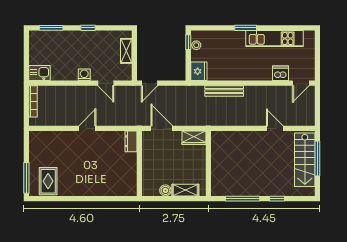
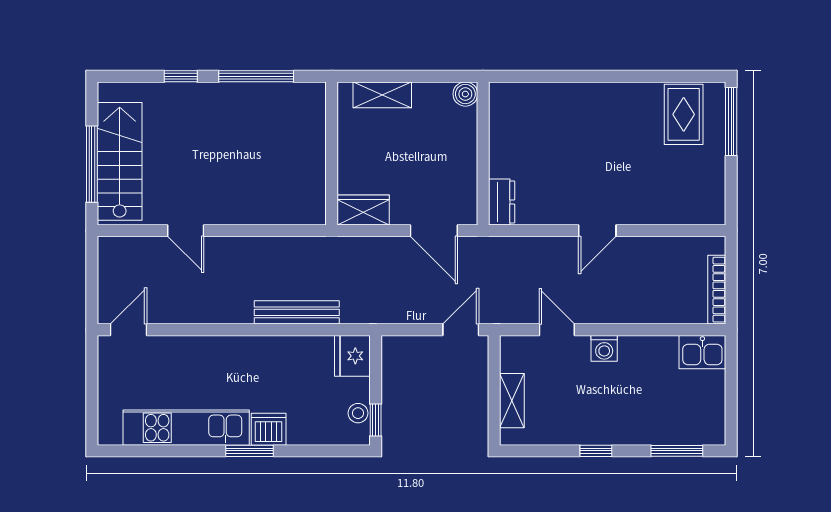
dishwasher: (280, 73) -> (269, 429), moved, turned 180
boiler: (165, 190) -> (465, 94), moved

